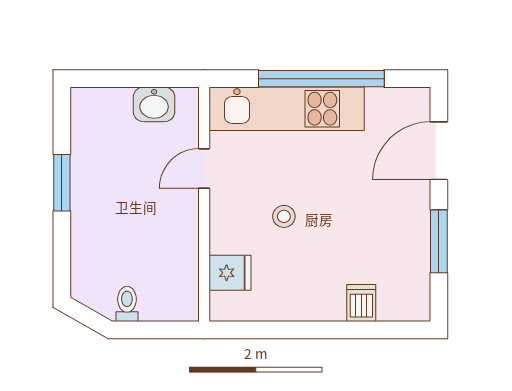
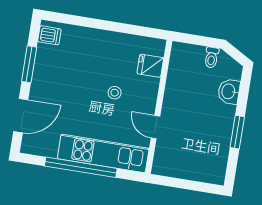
washbasin: (154, 104) -> (229, 91), moved, turned -90
door: (204, 168) -> (155, 127), swing flipped
dishwasher: (361, 303) -> (49, 35), moved, turned -90

